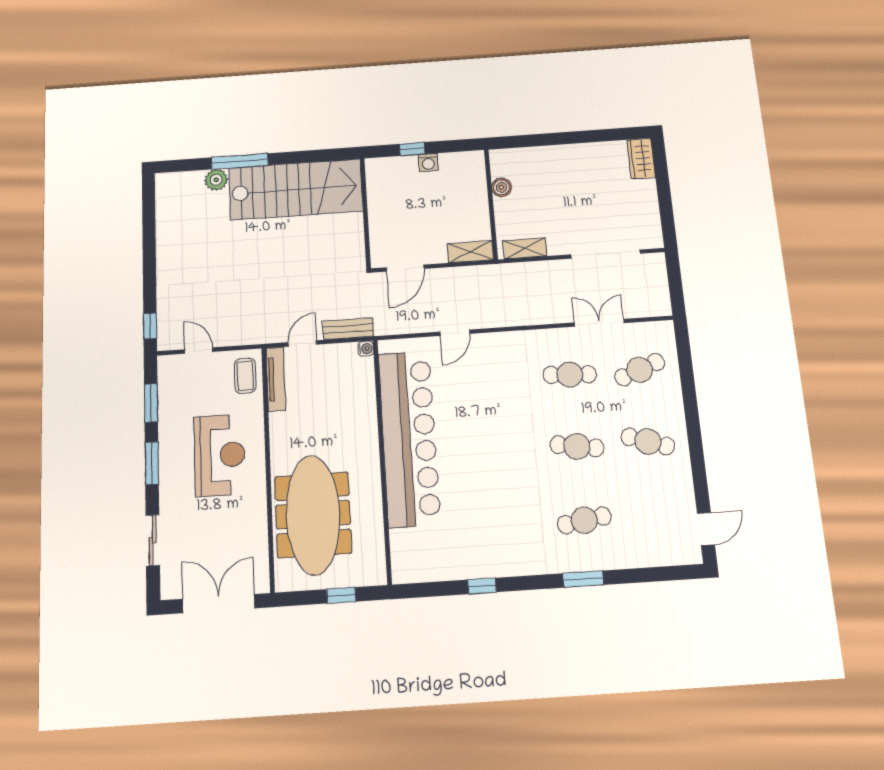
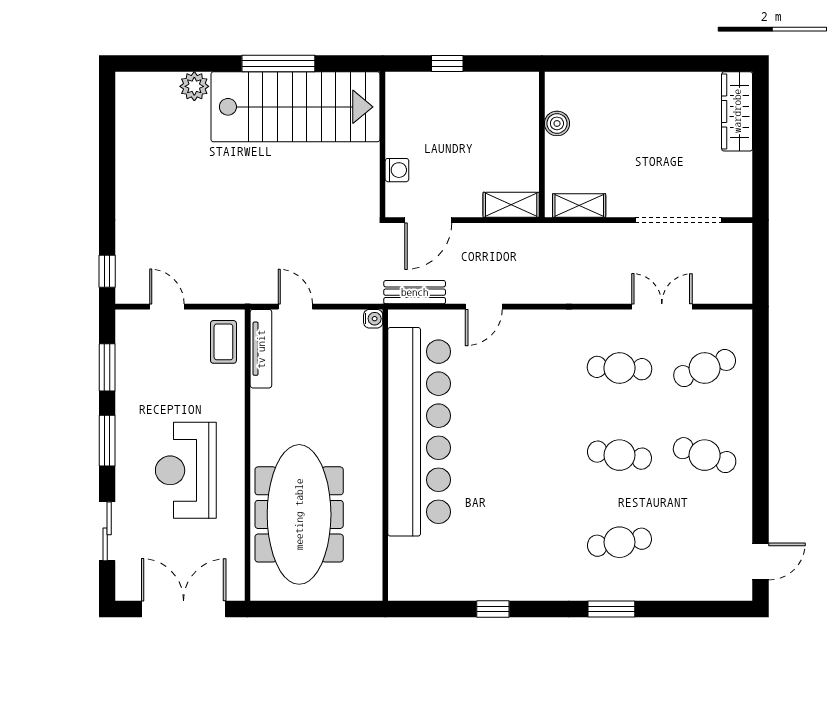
wardrobe: (641, 158) -> (737, 111), width x1.50
window: (240, 161) -> (278, 64), moved
washing machine: (428, 163) -> (397, 170), moved, turned -90
bench: (348, 329) -> (415, 292), moved
door: (302, 343) -> (295, 307), hinge flipped
reception desk: (220, 455) -> (186, 470), moved, turned 180
window: (341, 595) -> (328, 609), removed

